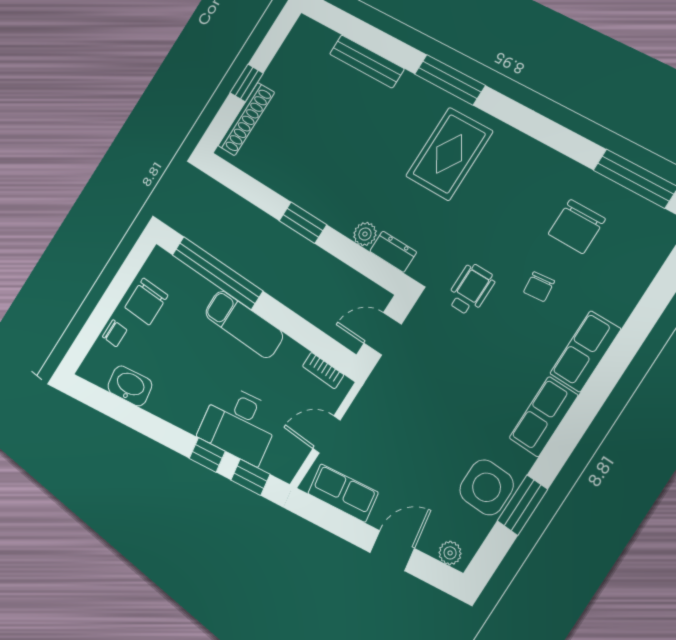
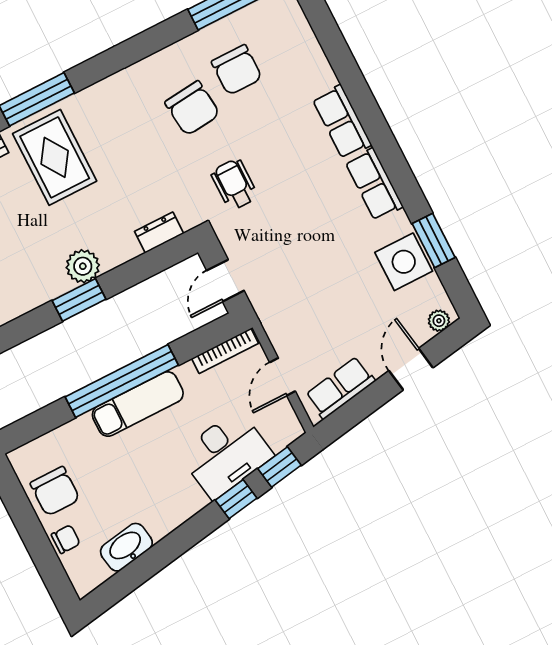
rug: (449, 154) -> (55, 157), moved
plant: (365, 234) -> (83, 266), moved, width x1.38, depth x1.38
window: (217, 273) -> (122, 381), moved
chair: (539, 287) -> (192, 108), moved, width x1.87, depth x1.87
bookcase: (323, 370) -> (225, 351), width x1.56

